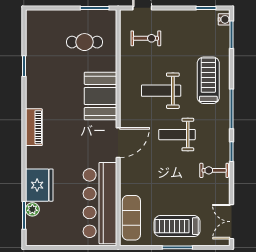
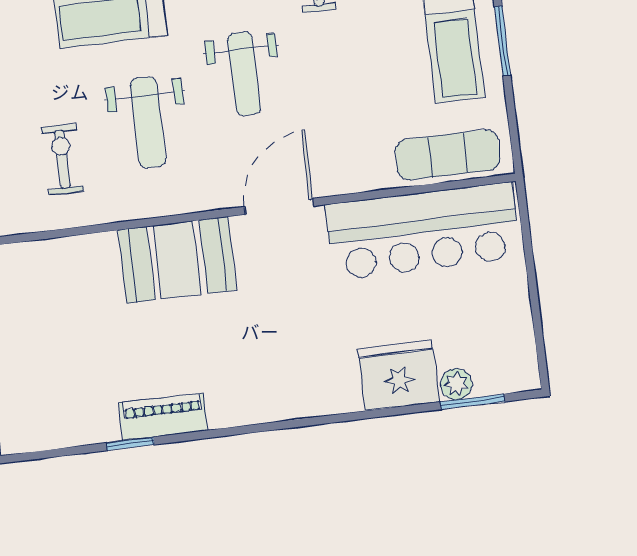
exercise bike: (146, 38) -> (62, 159), moved
cafe table: (84, 42) -> (58, 312), removed
piano: (34, 127) -> (163, 417), moved
door: (118, 143) -> (279, 206), hinge flipped

